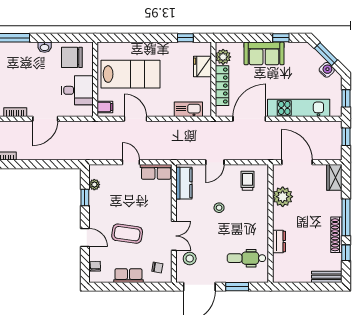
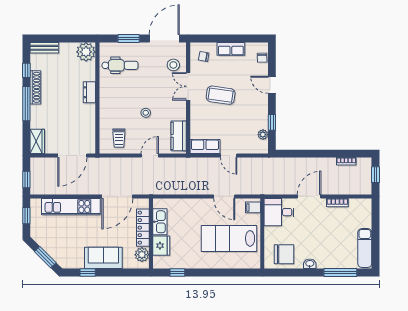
water cooler: (327, 70) -> (44, 242), removed
desk: (77, 90) -> (279, 212), moved
kitchen sink: (188, 109) -> (160, 222), moved, turned -90
door: (297, 162) -> (72, 156), hinge flipped
plant: (283, 197) -> (86, 52), moved
coffee table: (127, 234) -> (221, 95), moved
dresser: (279, 241) -> (89, 92), moved

